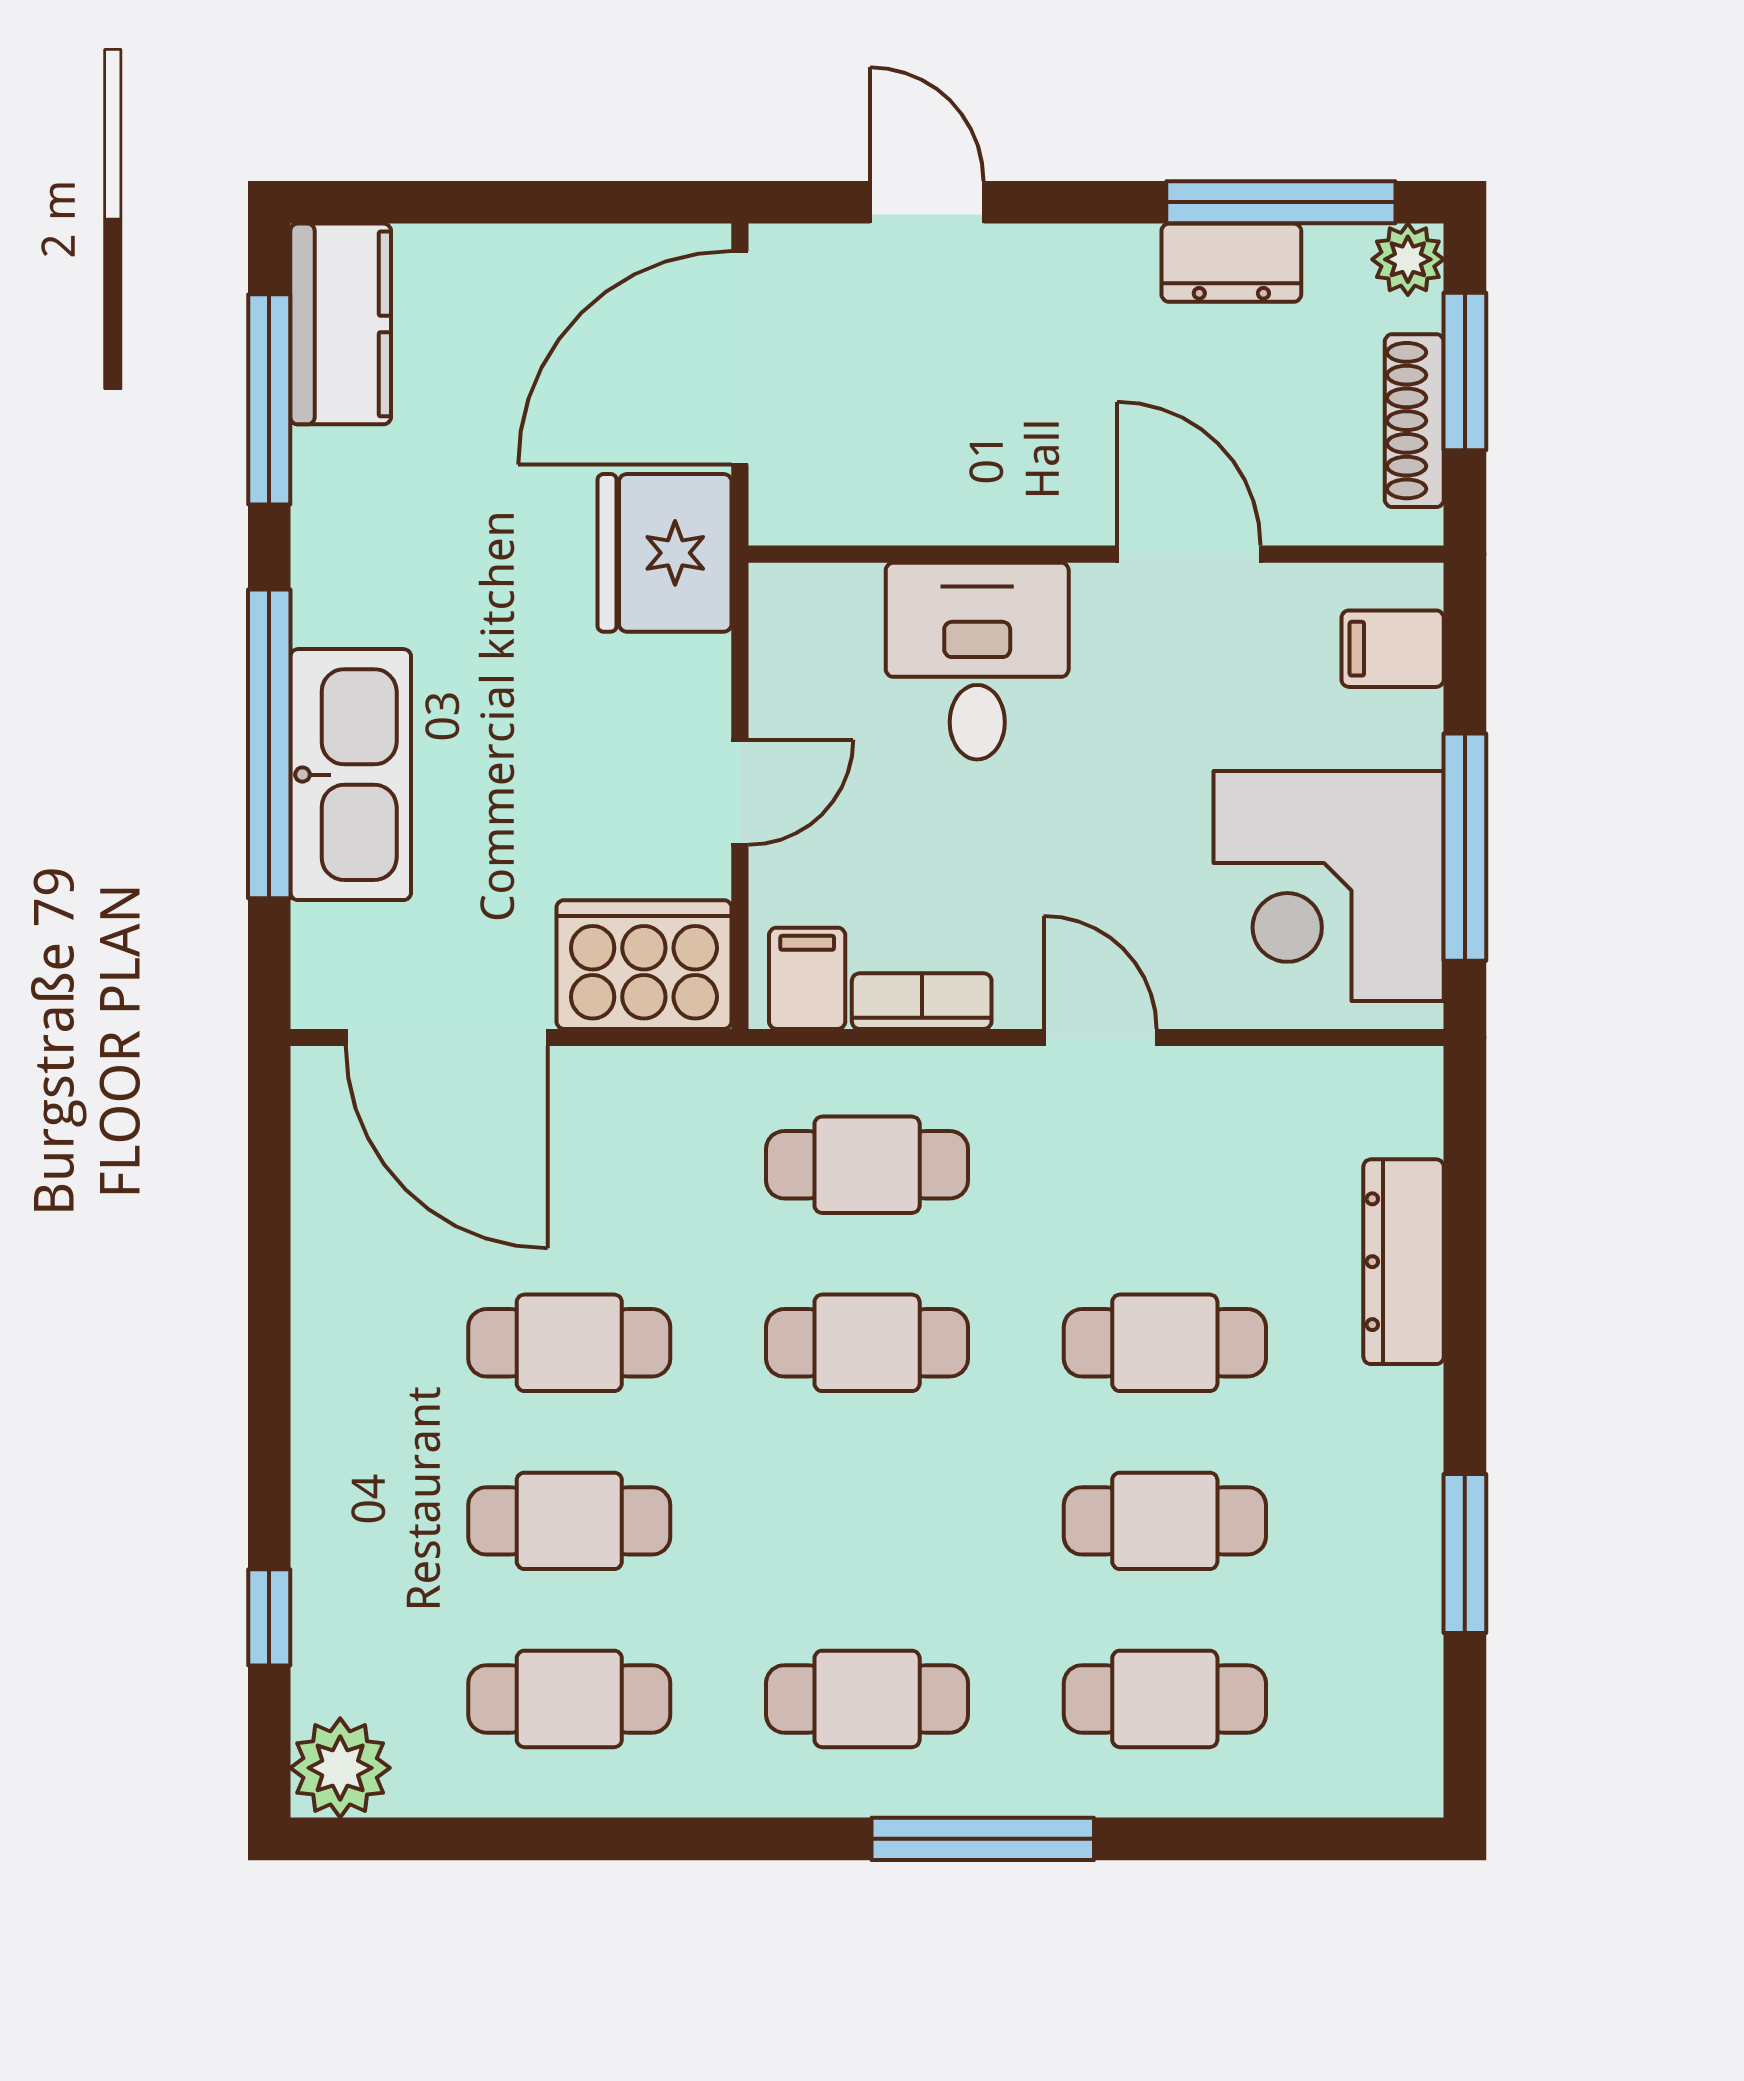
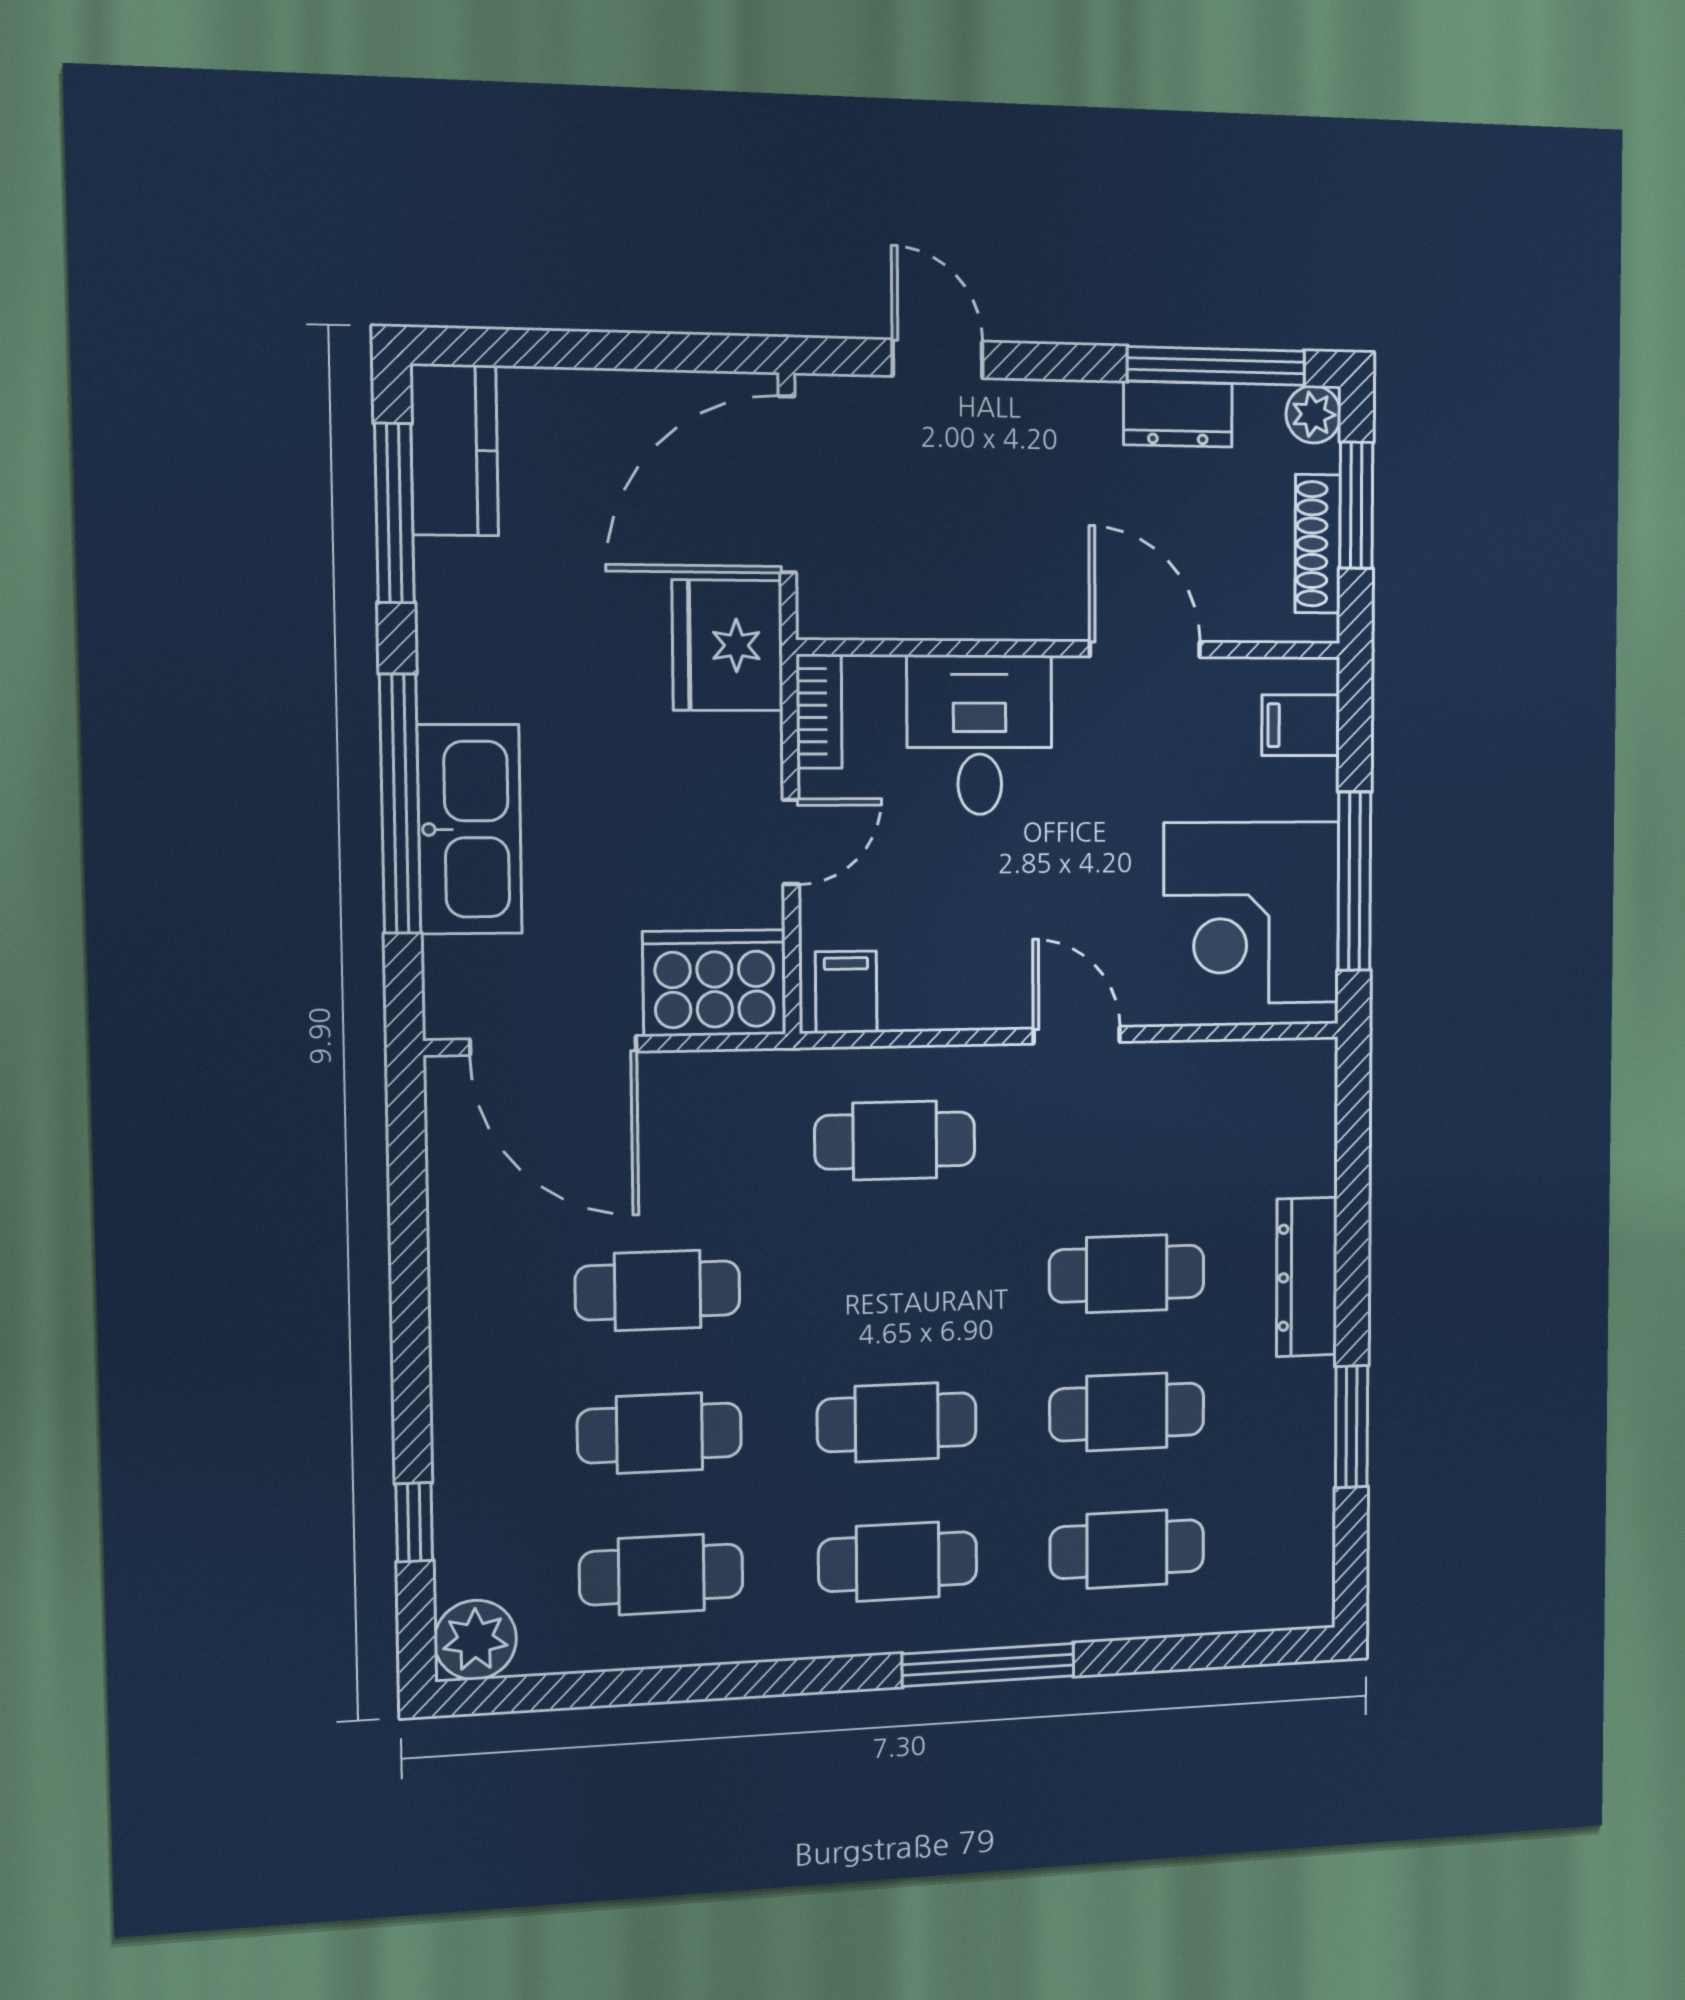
bookcase: (922, 1001) -> (819, 711), moved, turned 90
dresser: (1404, 1262) -> (1307, 1277), moved
cafe table: (867, 1343) -> (897, 1422), moved

